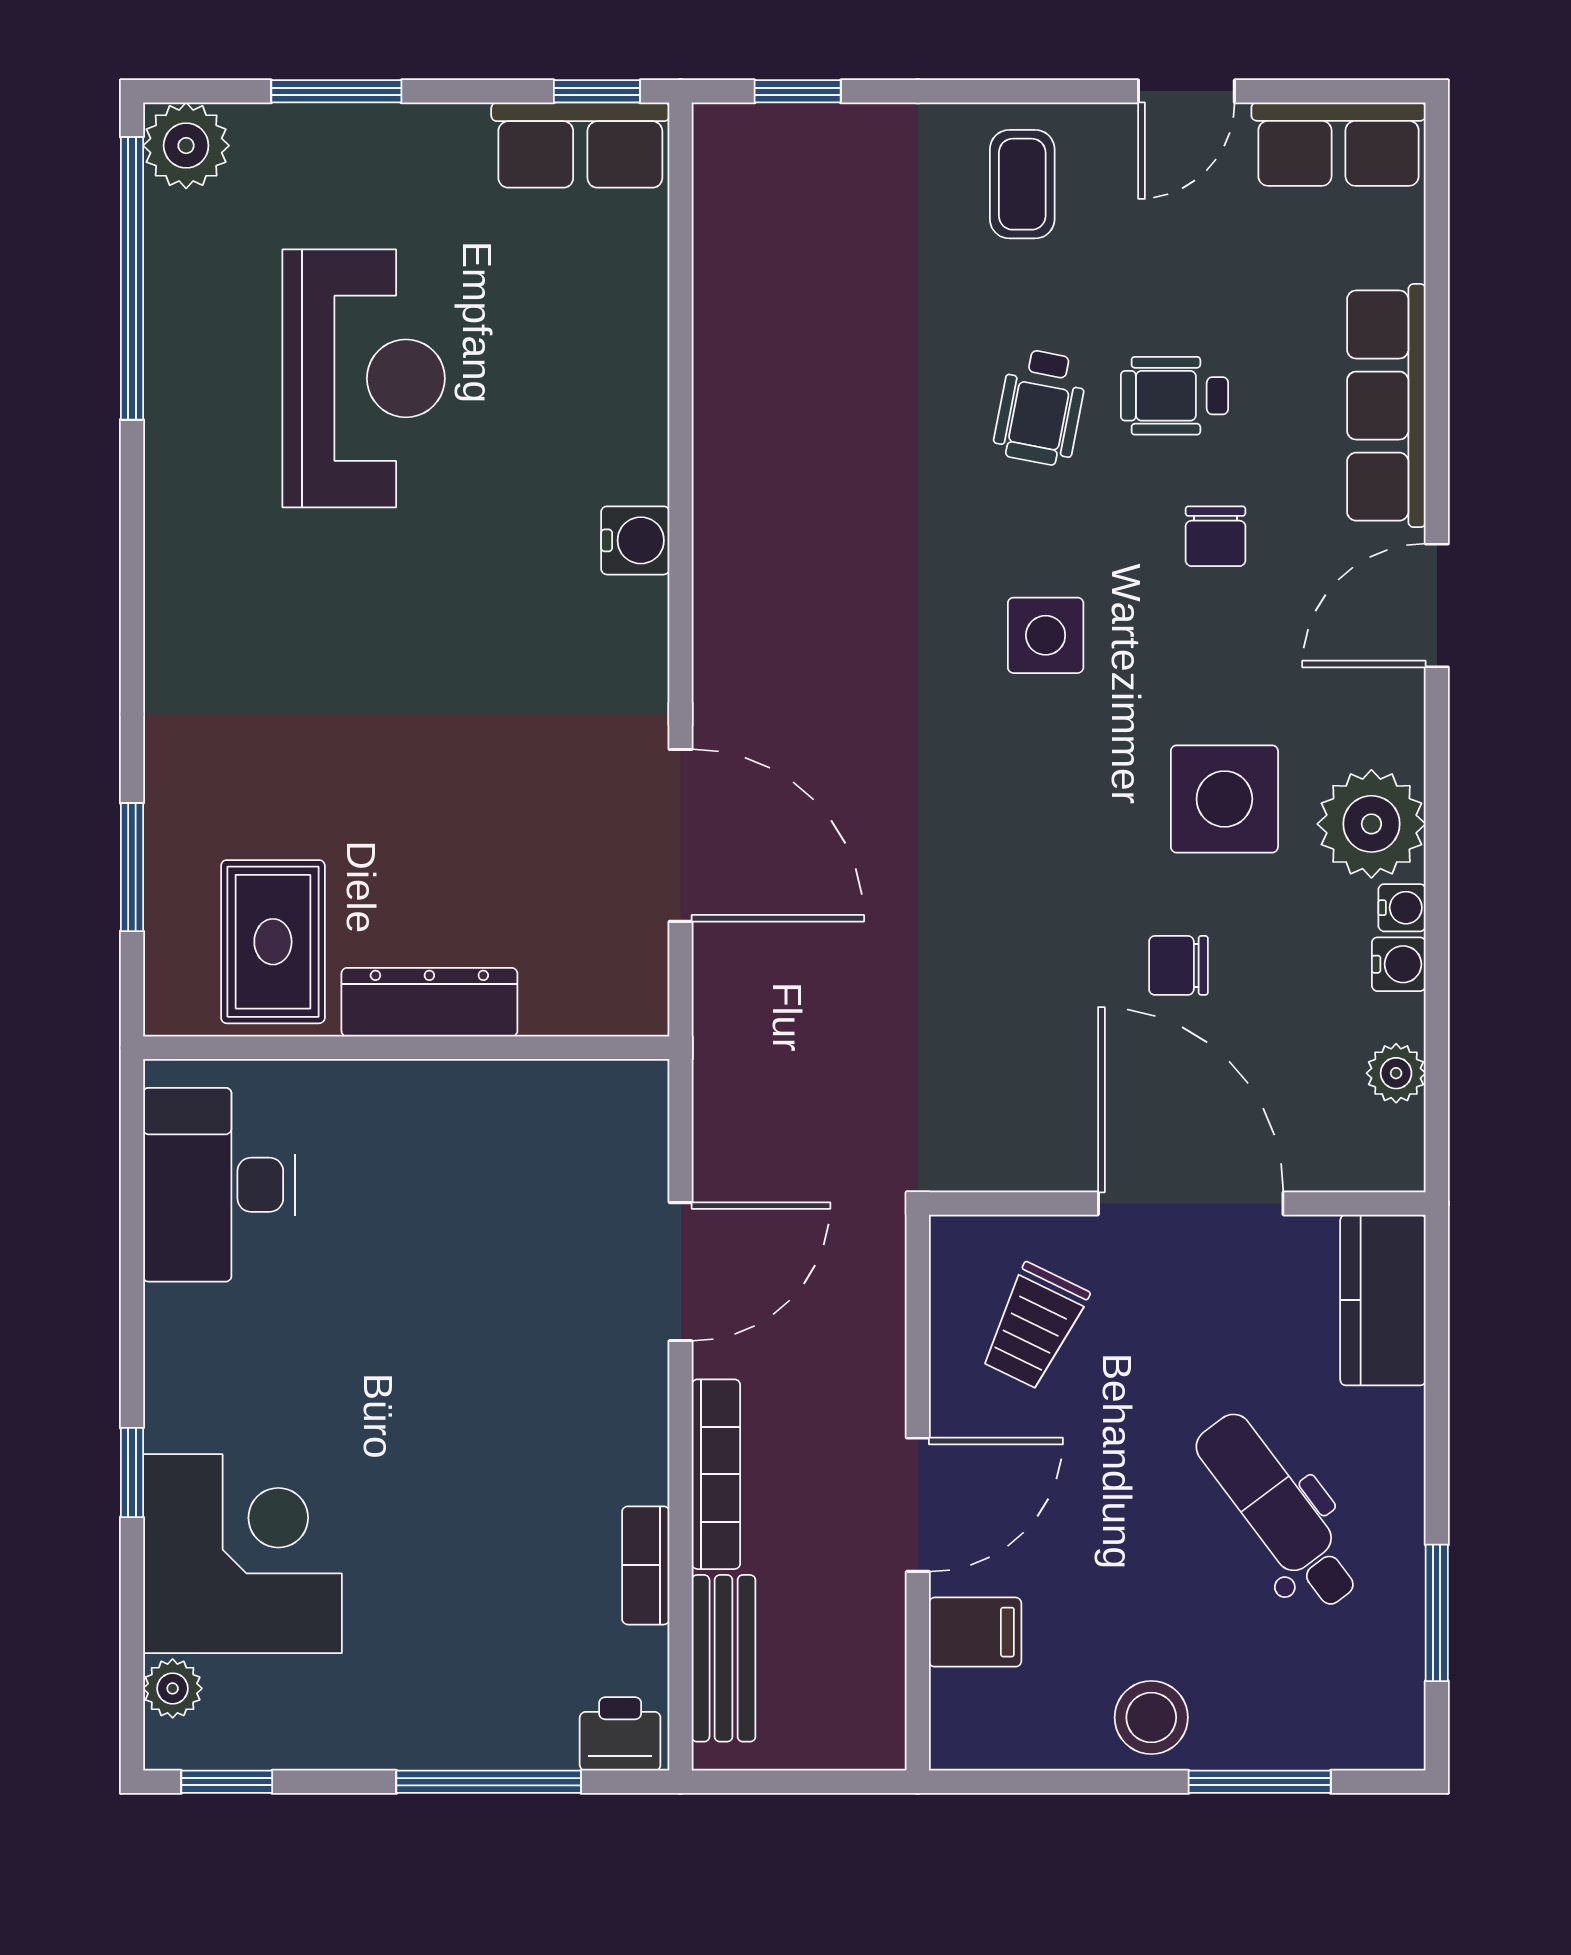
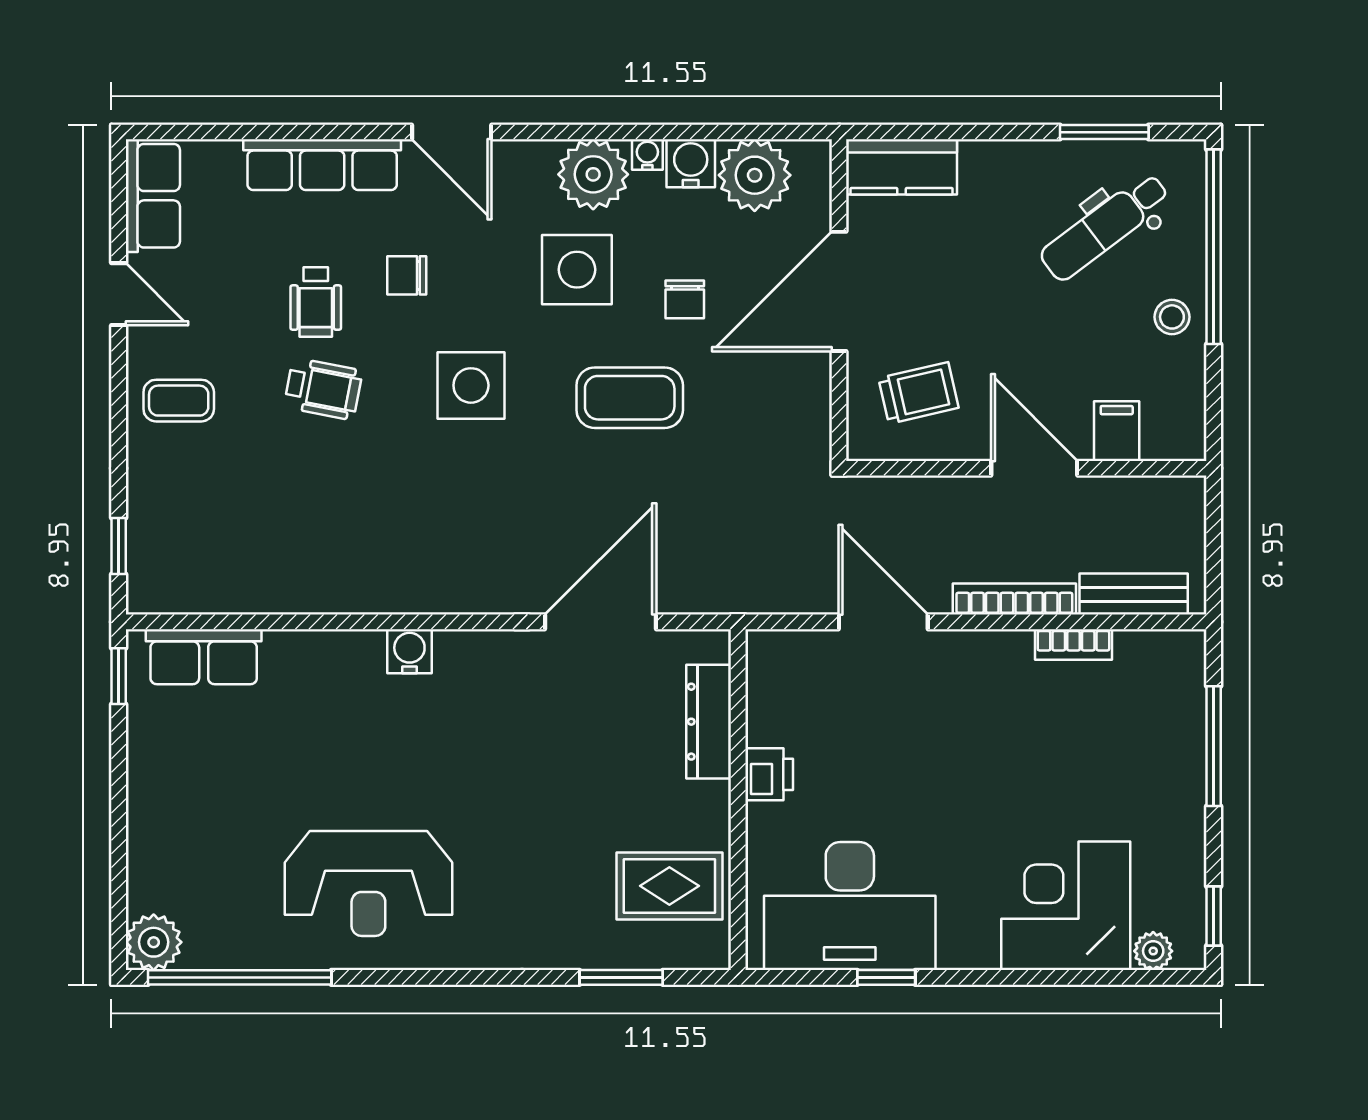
window: (336, 91) -> (119, 845), removed
row of seats: (580, 145) -> (204, 657), moved, turned 90
reception desk: (364, 378) -> (368, 883), moved, turned 180
chair: (1216, 536) -> (407, 275), turned 180
side table: (1046, 635) -> (471, 385), width x1.37, depth x1.37
coffee table: (1027, 880) -> (630, 398), added
water cooler: (1399, 964) -> (691, 163), width x1.38, depth x1.38
dresser: (429, 1002) -> (709, 722), moved
plant: (1396, 1073) -> (755, 175), width x1.88, depth x1.88
desk: (219, 1185) -> (850, 906), width x1.36, depth x1.30
trolley: (1034, 1326) -> (919, 393), turned -39
window: (132, 1473) -> (886, 977), moved
dental chair: (1278, 1511) -> (1105, 227), moved
stool: (1151, 1717) -> (1172, 317), width x0.73, depth x0.73
printer: (620, 1734) -> (769, 774), moved, turned 180
window: (1260, 1782) -> (1214, 247), width x2.11

